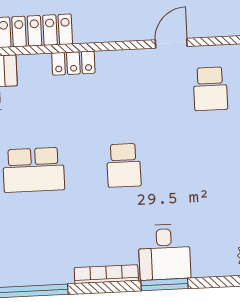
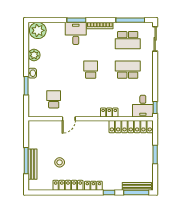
school desk: (37, 242) -> (128, 40), added

